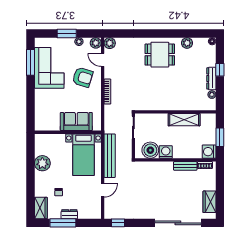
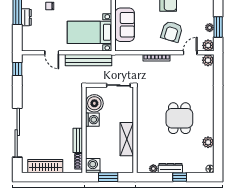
window: (67, 33) -> (218, 27), moved
dining table: (160, 55) -> (179, 118), moved
wardrobe: (209, 202) -> (45, 166), width x1.50

